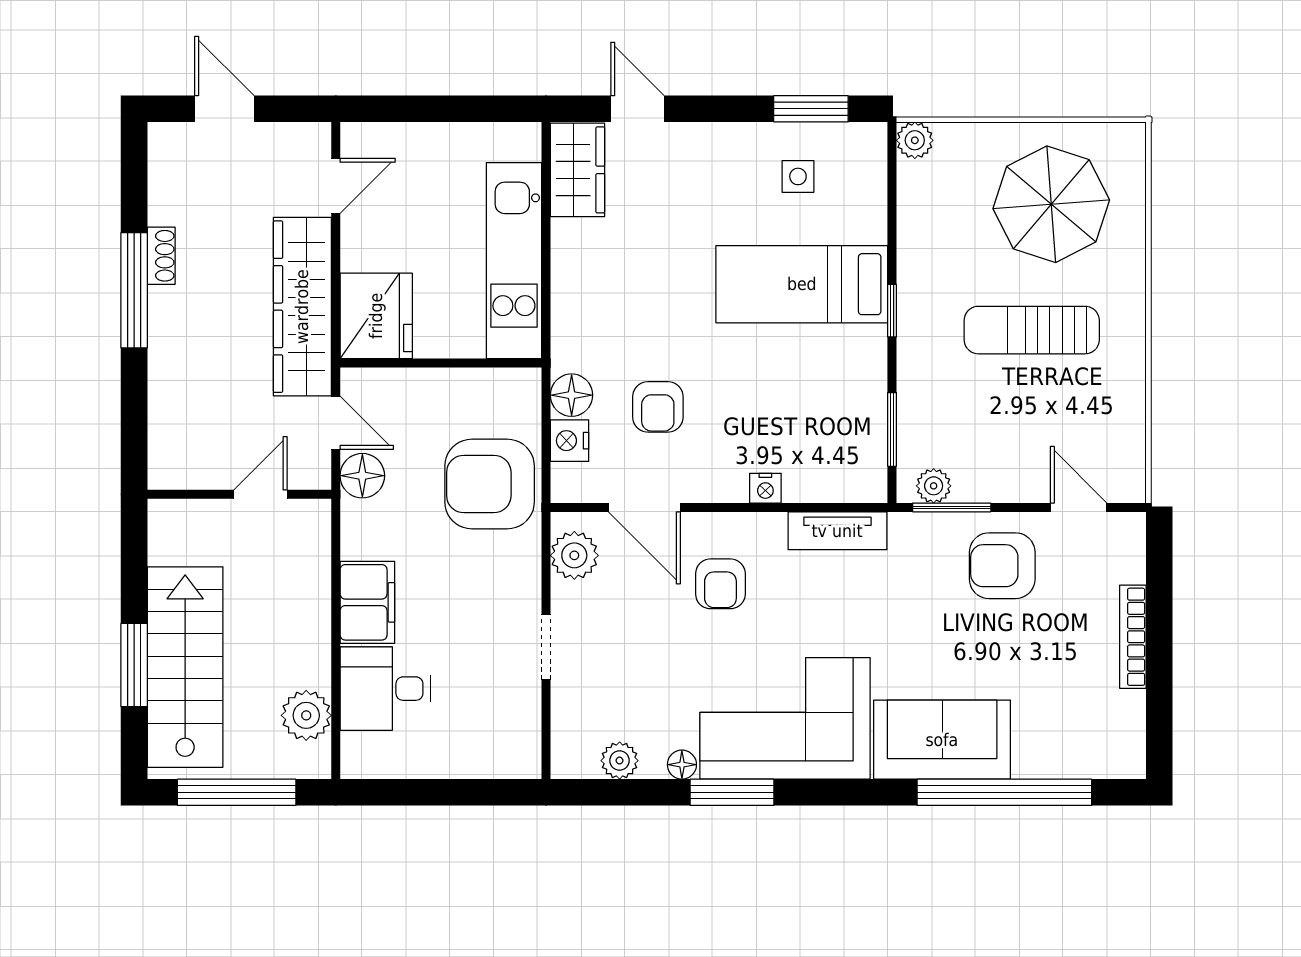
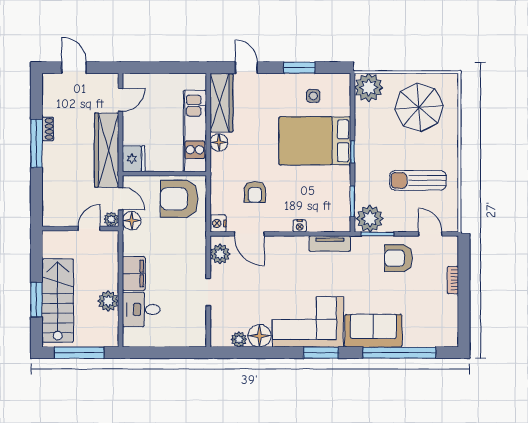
window: (811, 109) -> (299, 68), moved
plant: (915, 140) -> (369, 87), width x1.88, depth x1.88
wardrobe: (577, 170) -> (221, 103), width x1.50
bed: (802, 284) -> (315, 141), width x1.50
fridge: (376, 316) -> (134, 159), width x0.73, depth x0.75
sun lounger: (1032, 330) -> (418, 180), moved
floor lamp: (572, 395) -> (219, 142), moved
nightstand: (569, 441) -> (218, 223), moved
plant: (314, 472) -> (111, 219), added
armchair: (490, 484) -> (179, 199), moved
plant: (934, 486) -> (370, 219), width x1.87, depth x1.87
armchair: (720, 584) -> (281, 266), removed
bookcase: (1133, 637) -> (453, 280), width x0.64
plant: (306, 715) -> (108, 301), moved
floor lamp: (682, 765) -> (260, 336), width x1.89, depth x1.89
window: (732, 792) -> (321, 353), moved

